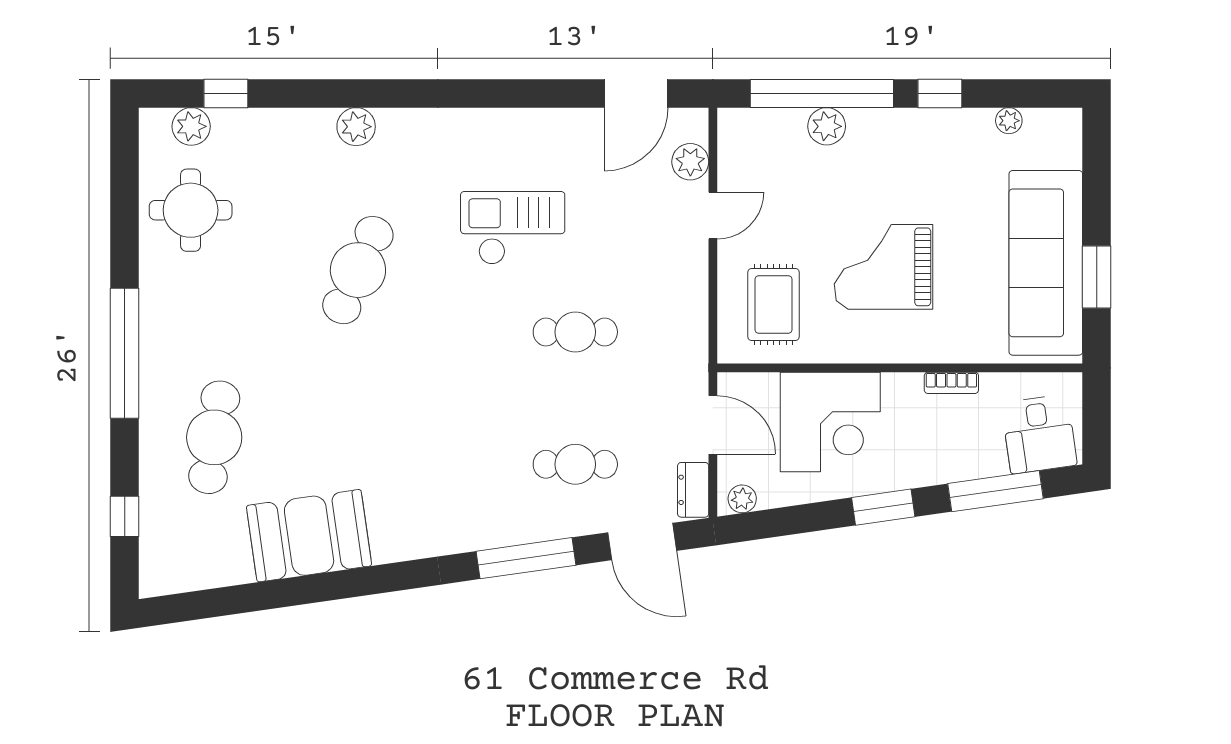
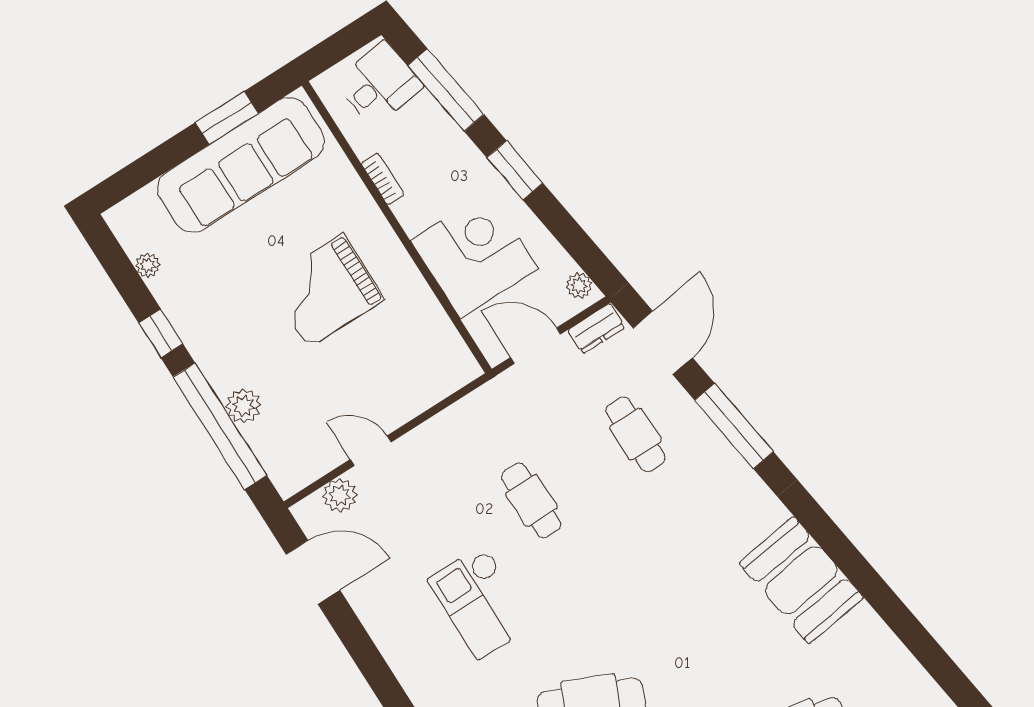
grand piano: (883, 267) -> (326, 291), turned 90
rug: (773, 304) -> (410, 358), removed
door: (713, 425) -> (535, 346), hinge flipped
booth: (309, 536) -> (801, 580), moved

